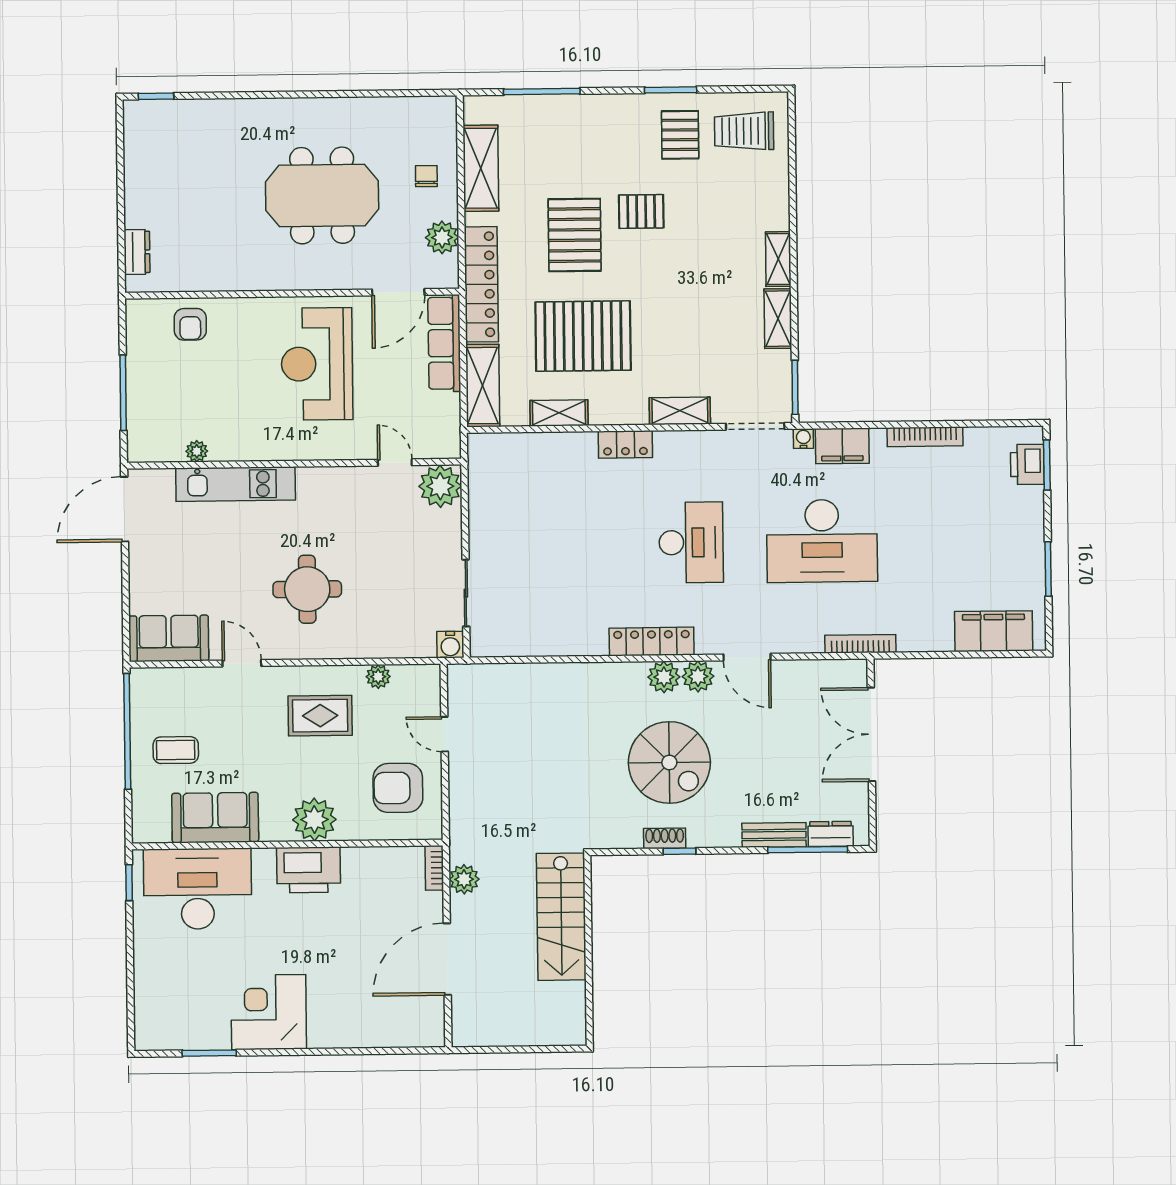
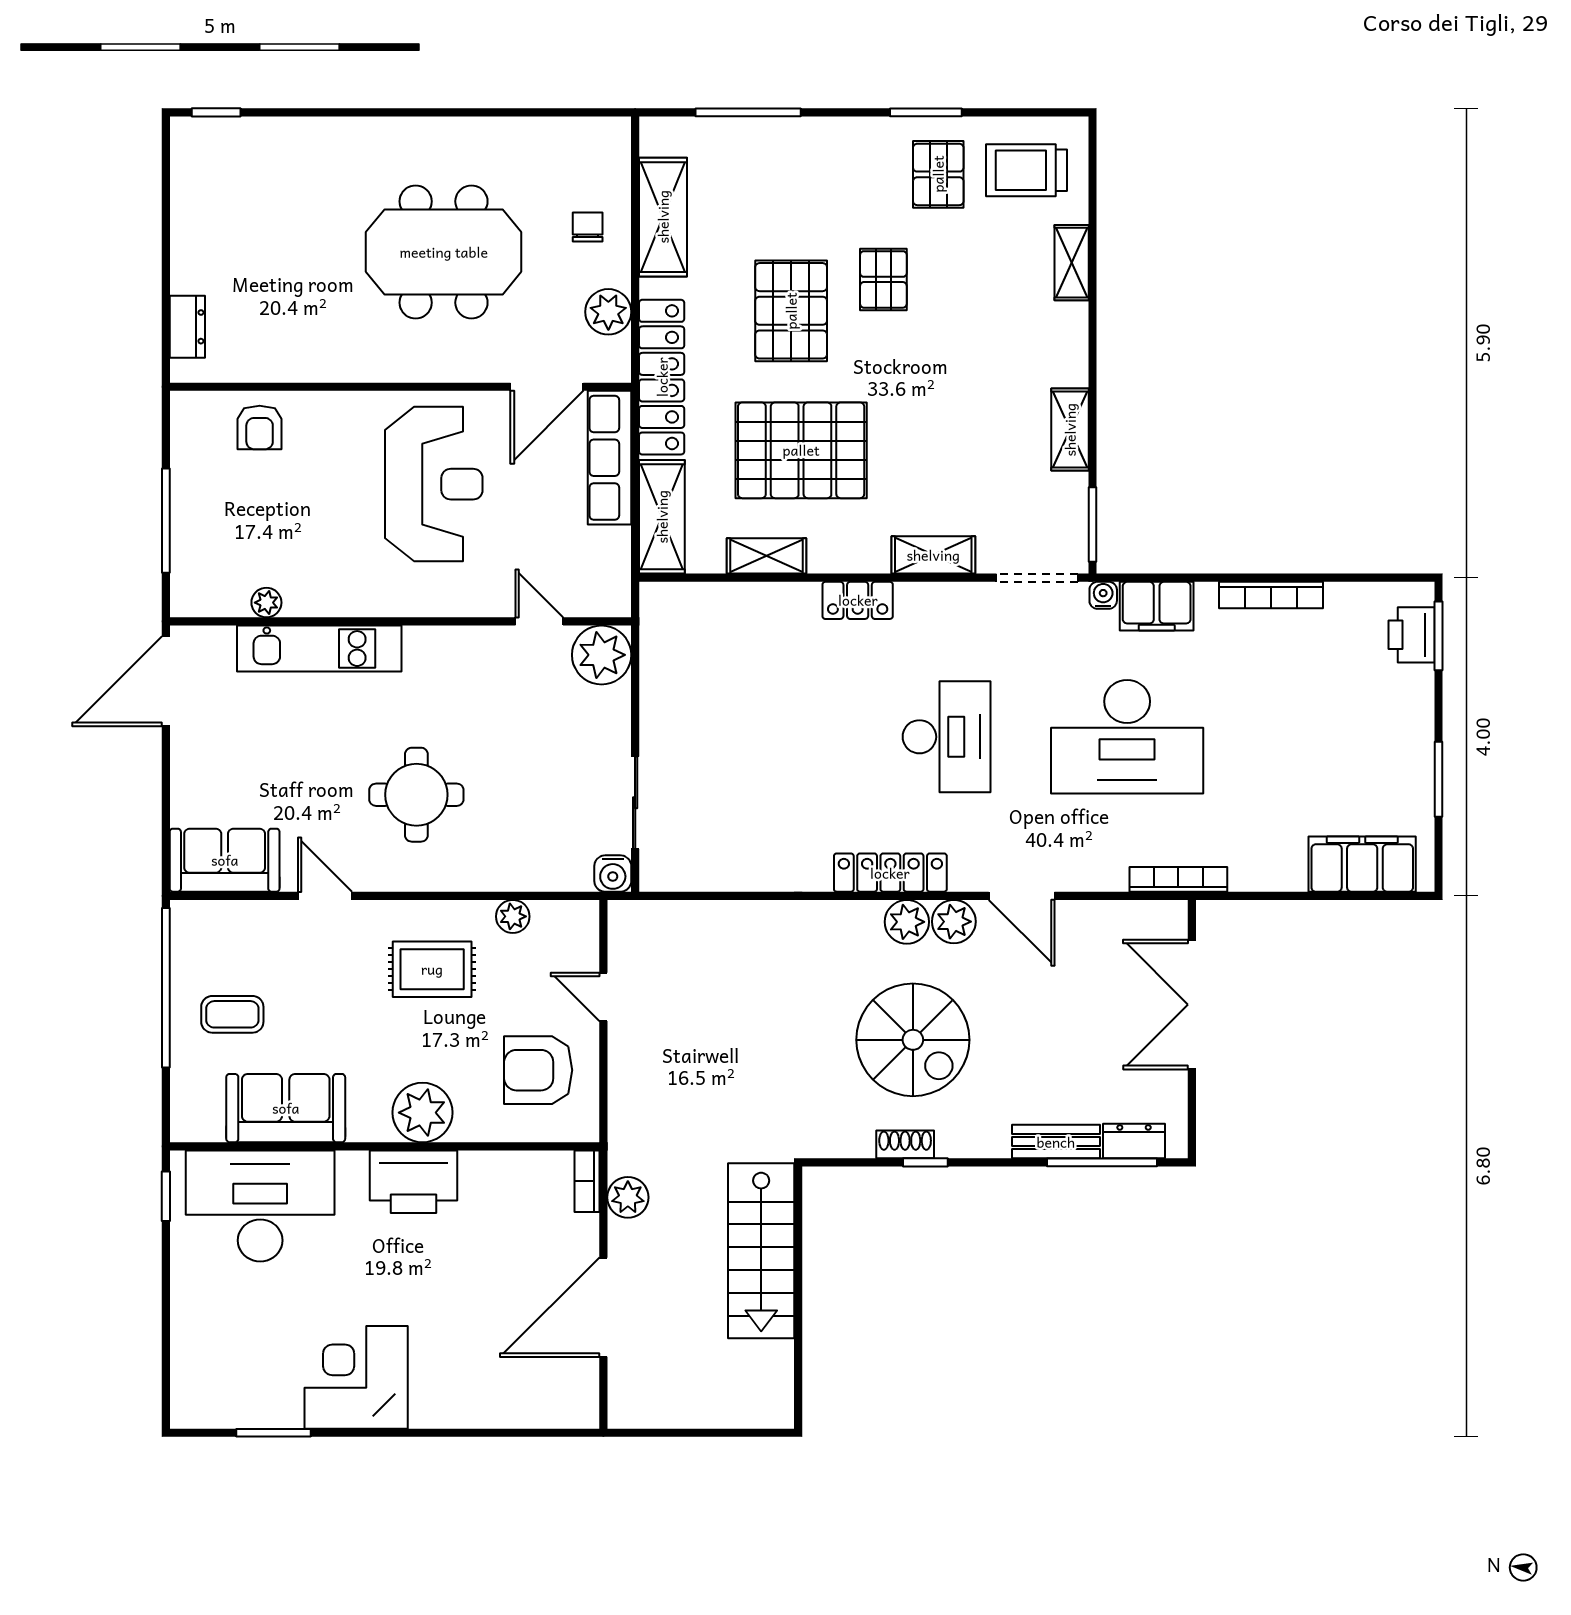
pallet: (641, 211) -> (883, 279), turned 90
shelving: (778, 259) -> (1072, 263), moved
reception desk: (317, 364) -> (434, 484), turned 180

